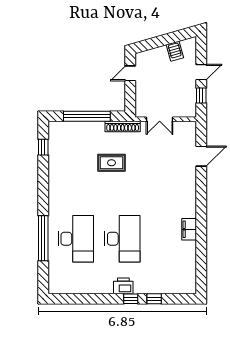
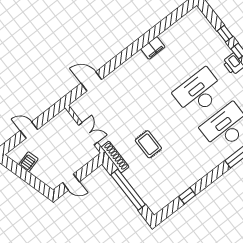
window: (201, 95) -> (46, 116), removed
window: (43, 147) -> (187, 196), moved

